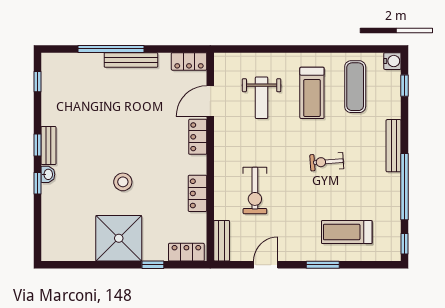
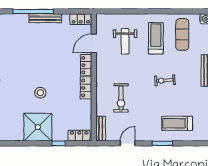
treadmill: (312, 93) -> (156, 38), turned 180
locker: (197, 193) -> (86, 88), moved

